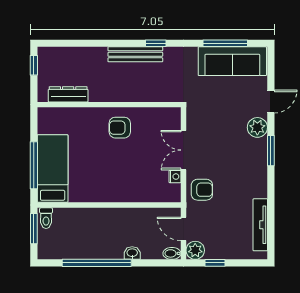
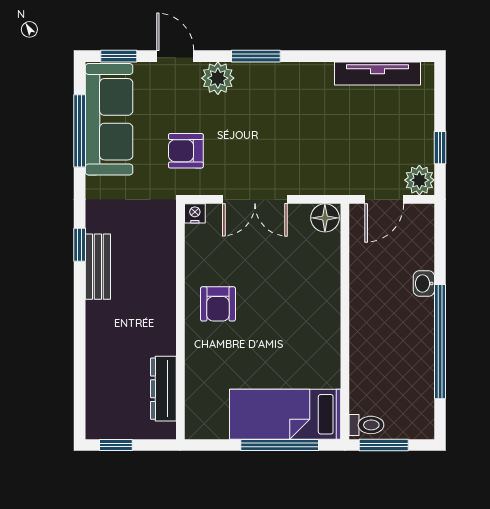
bench: (135, 54) -> (98, 267), width x0.73
window: (271, 67) -> (119, 56), added
nightstand: (175, 177) -> (195, 213), moved
armchair: (202, 190) -> (186, 151), moved, turned -90
floor lamp: (172, 193) -> (325, 218), added
bidet: (172, 253) -> (424, 218), removed

